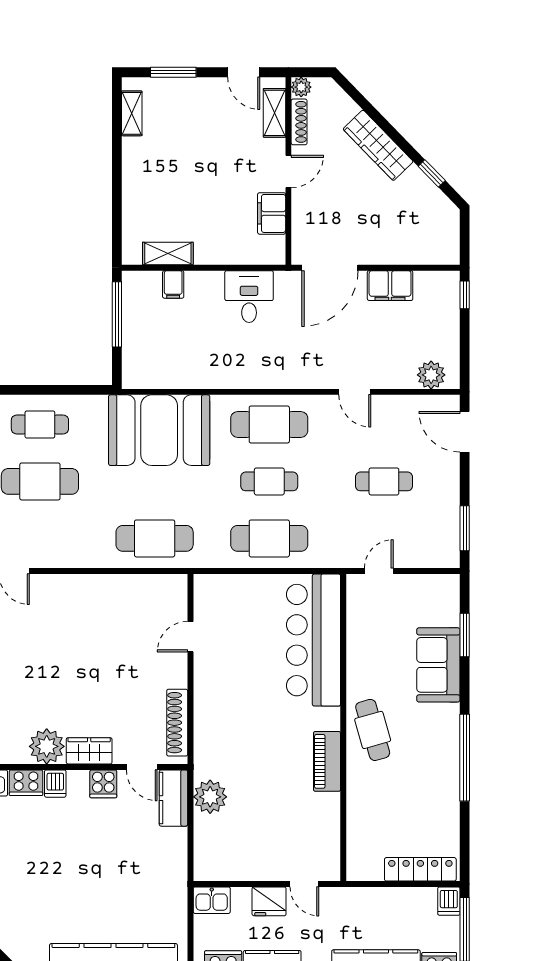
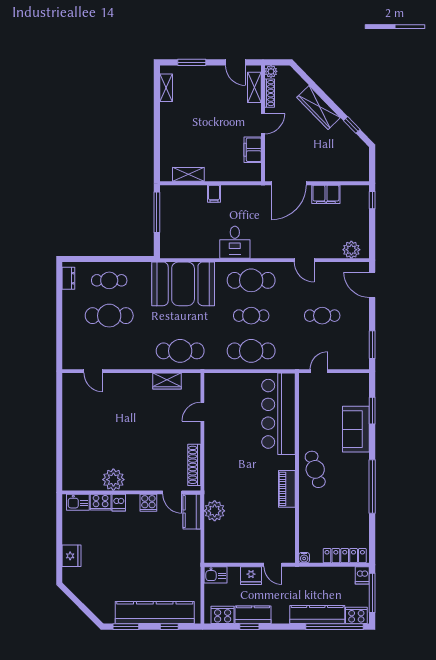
filing cabinet: (173, 284) -> (214, 194), moved
desk: (249, 297) -> (235, 242), moved, turned 180
wardrobe: (89, 751) -> (167, 381), moved, turned 180
water cooler: (355, 872) -> (304, 558), added

